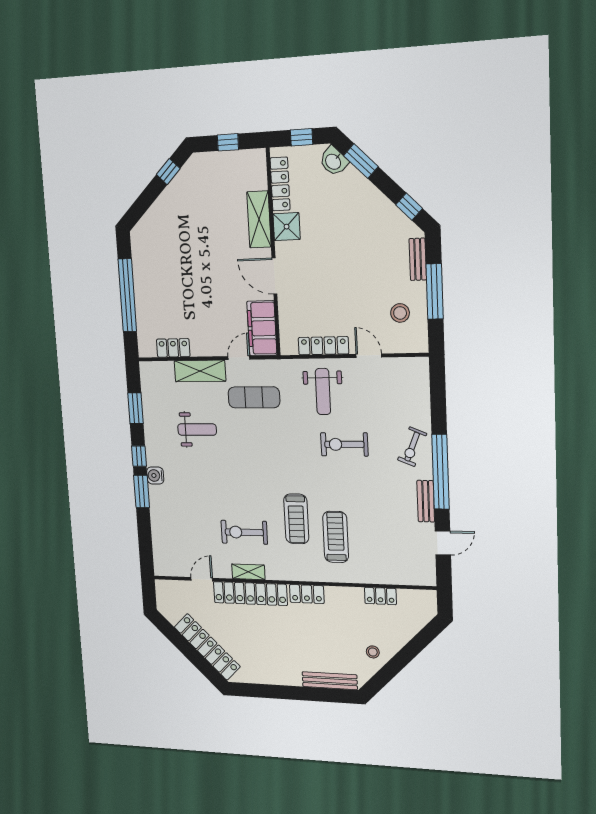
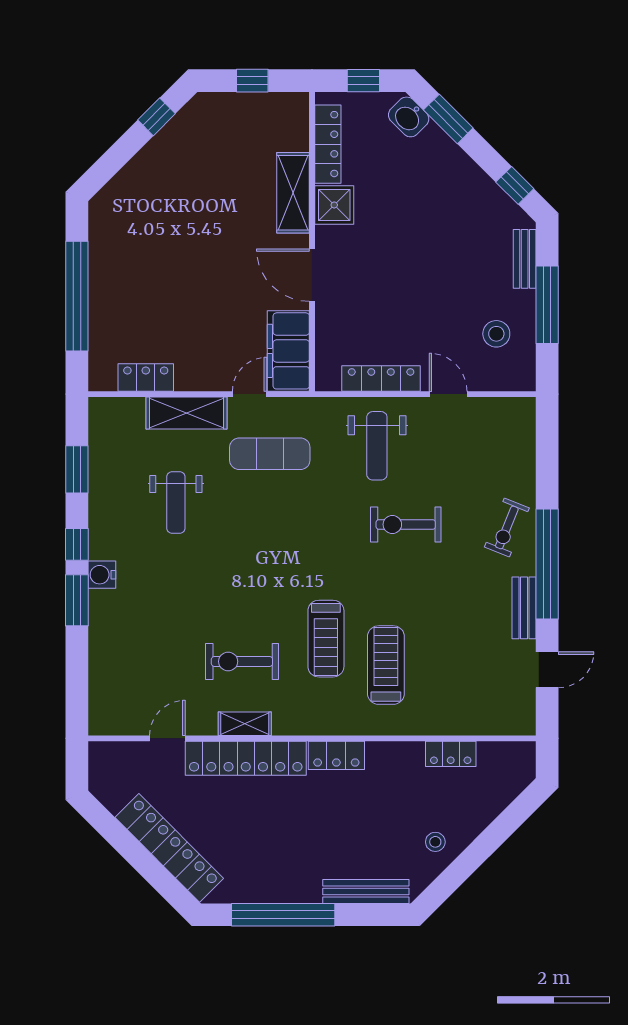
weight bench: (197, 429) -> (176, 502), turned 90
window: (279, 692) -> (283, 915), added

